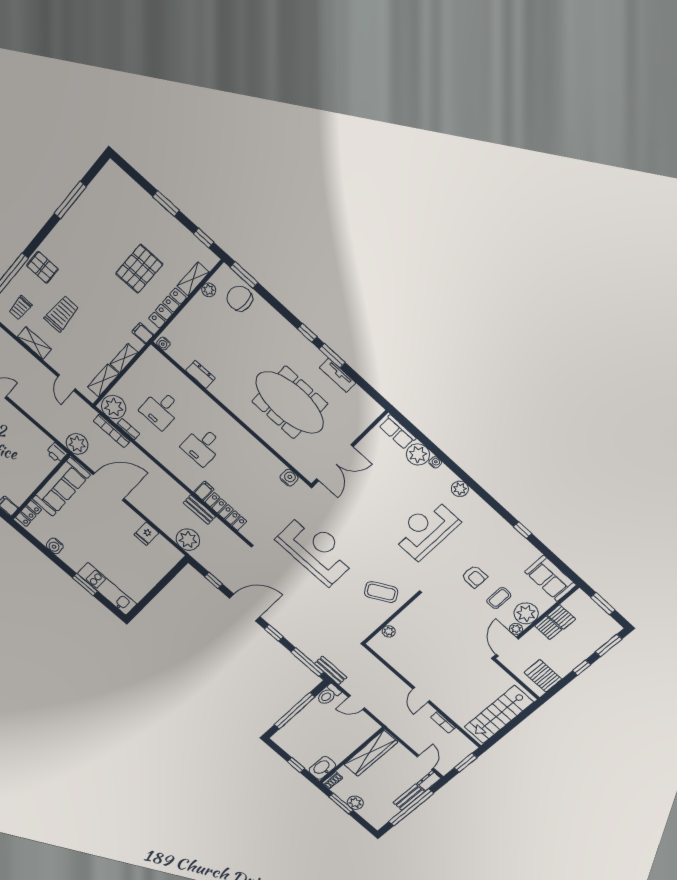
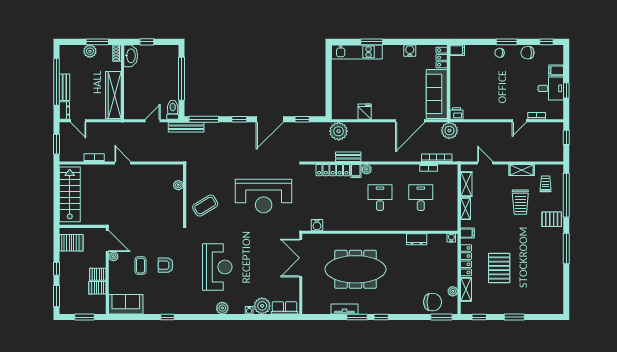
window: (70, 200) -> (566, 249), moved
plant: (114, 407) -> (367, 169), moved, width x0.53, depth x0.53
plant: (526, 613) -> (117, 271), removed
bench: (331, 670) -> (186, 127), width x1.36

